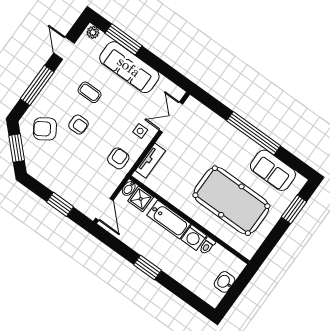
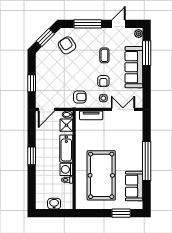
armchair: (78, 125) -> (103, 81), moved

